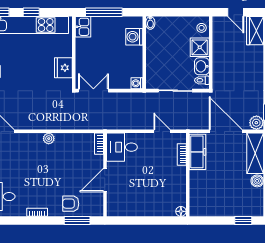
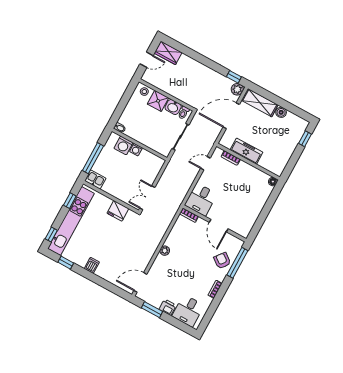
window: (31, 12) -> (70, 201), moved
washing machine: (137, 83) -> (136, 150), moved
freezer: (198, 152) -> (246, 151), moved
armchair: (71, 204) -> (222, 261), turned 128
window: (77, 220) -> (237, 263), width x1.44

